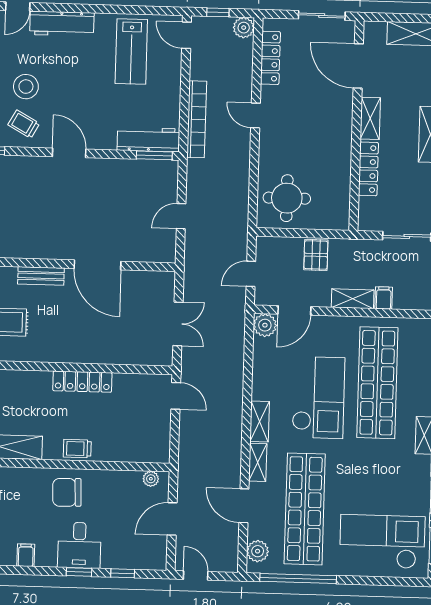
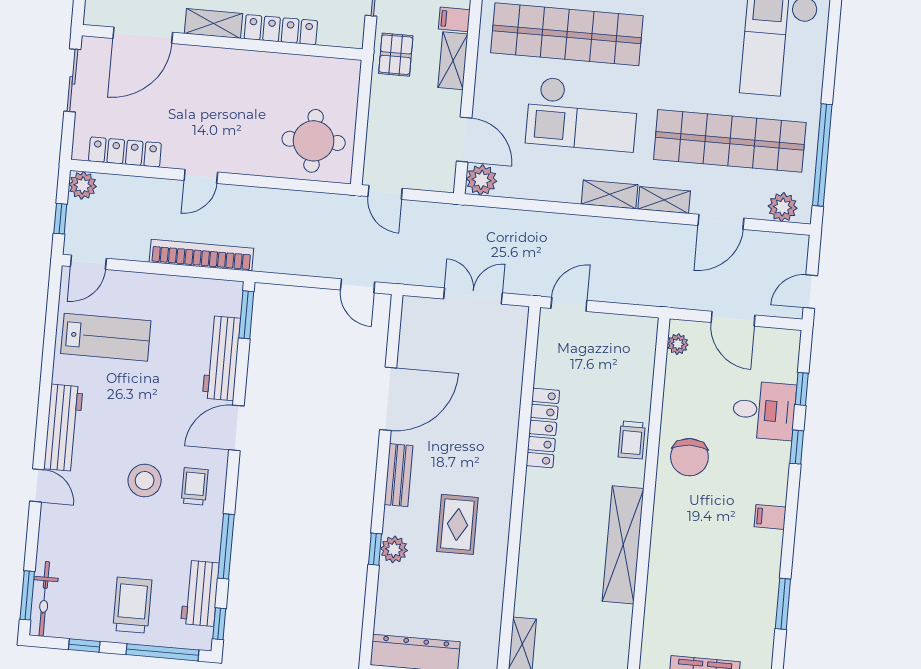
trolley: (24, 124) -> (195, 486), turned 151
workbench: (148, 140) -> (222, 358), moved
door: (181, 216) -> (358, 286), moved
pallet: (316, 255) -> (396, 55), moved, turned 90
door: (251, 274) -> (385, 192), moved
checkout: (318, 397) -> (582, 114), turned 180
desk: (79, 545) -> (764, 410), moved

